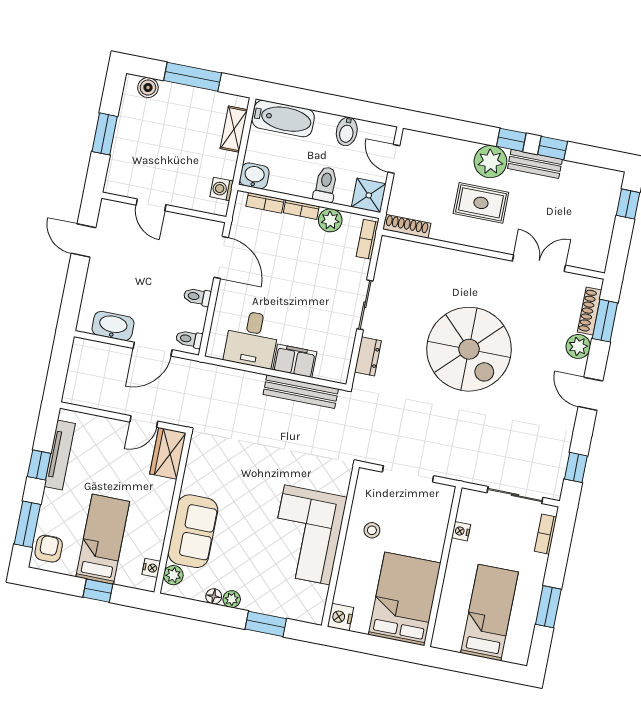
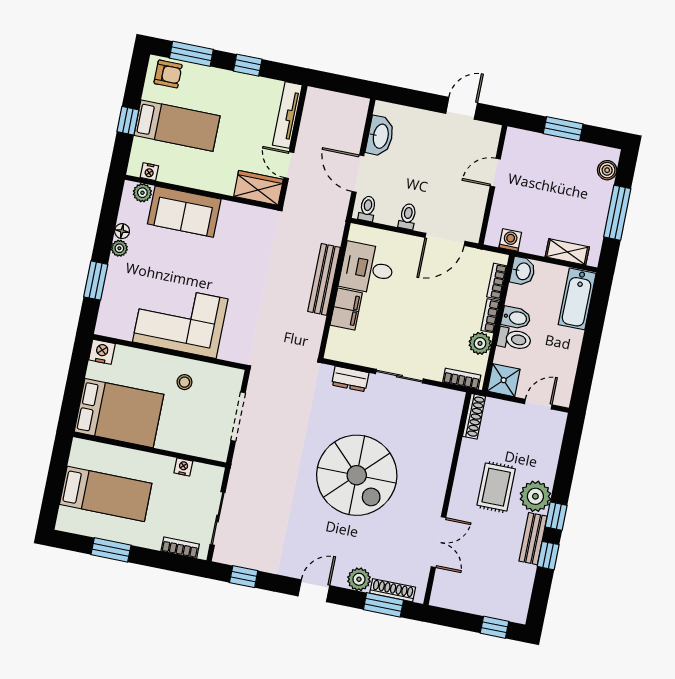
bidet: (347, 131) -> (516, 318), moved, turned 180
spiral stairs: (469, 349) -> (357, 475), turned -90
bench: (301, 392) -> (324, 279), moved
tv unit: (60, 455) -> (287, 115), moved, turned 90

